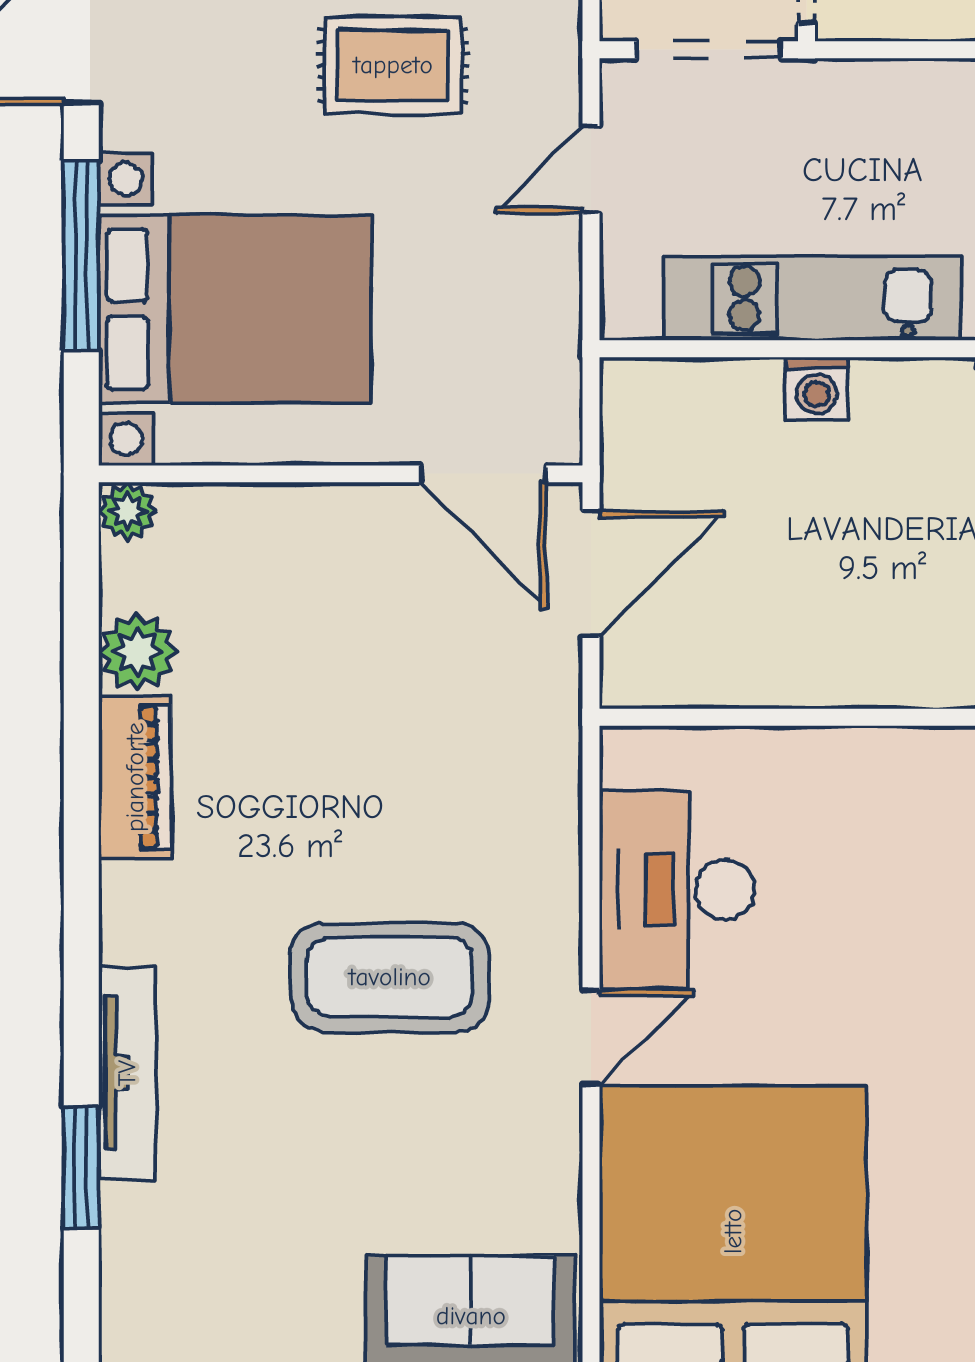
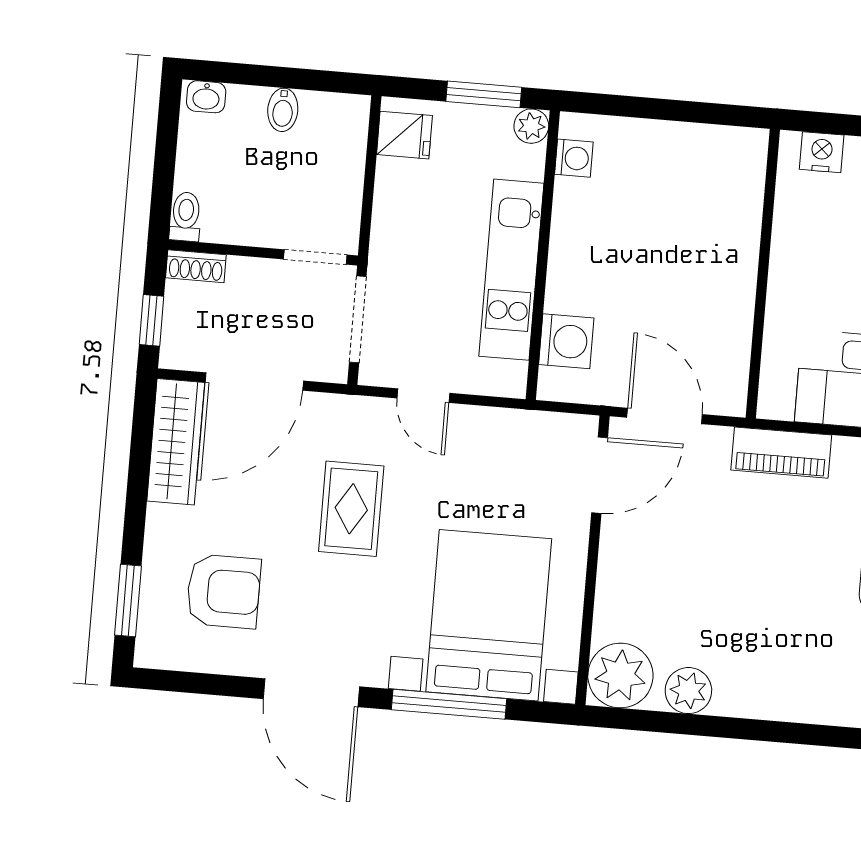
washing machine: (817, 388) -> (566, 341), moved, width x1.38, depth x1.38
plant: (128, 511) -> (620, 676), width x1.88, depth x1.88
piano: (135, 777) -> (781, 453), moved, turned 180

